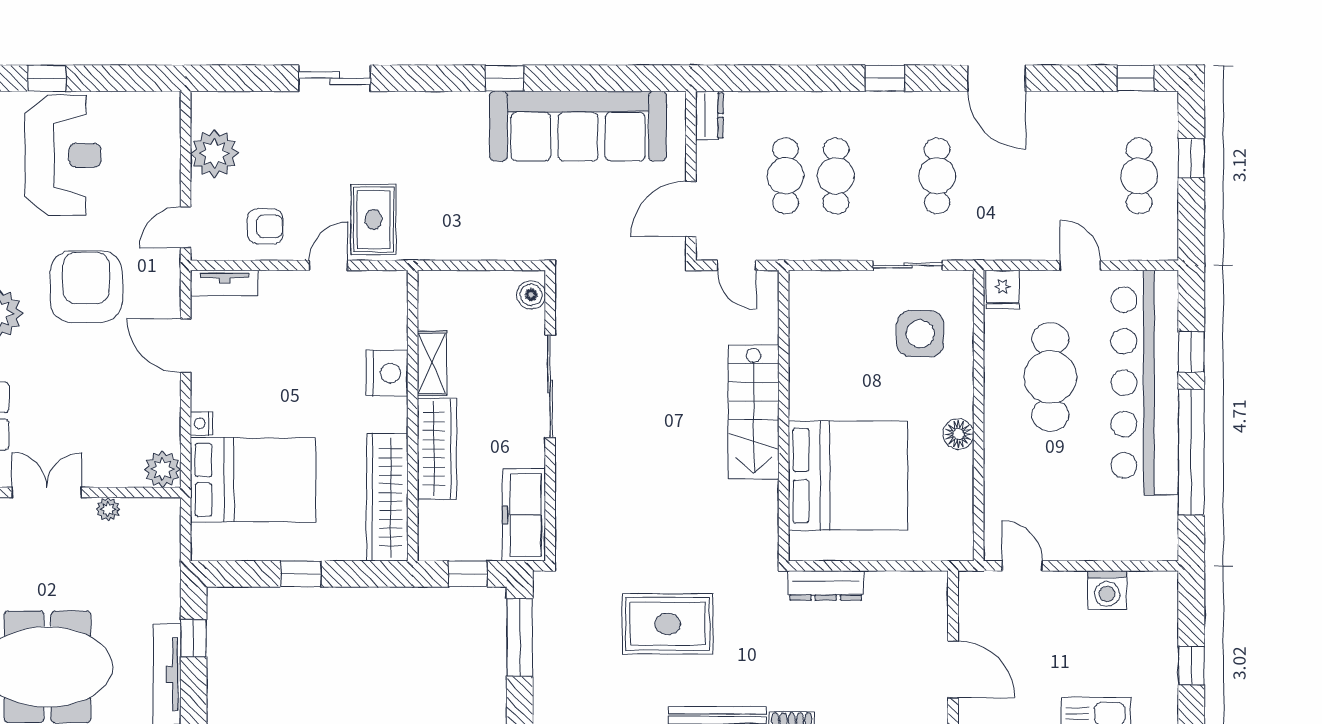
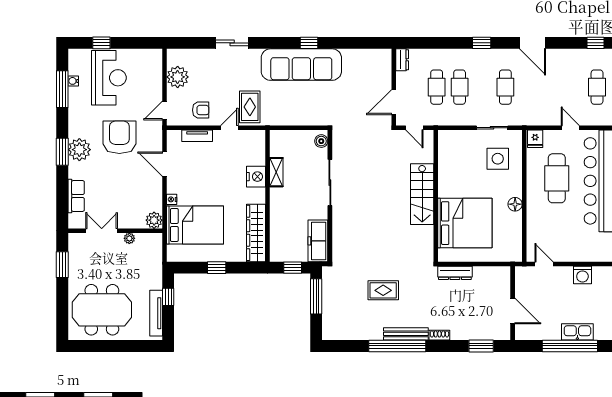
sofa: (578, 126) -> (301, 65), moved
tv unit: (224, 283) -> (197, 136), moved
wardrobe: (437, 449) -> (279, 211), removed
rug: (668, 624) -> (383, 290), width x0.73, depth x0.70

